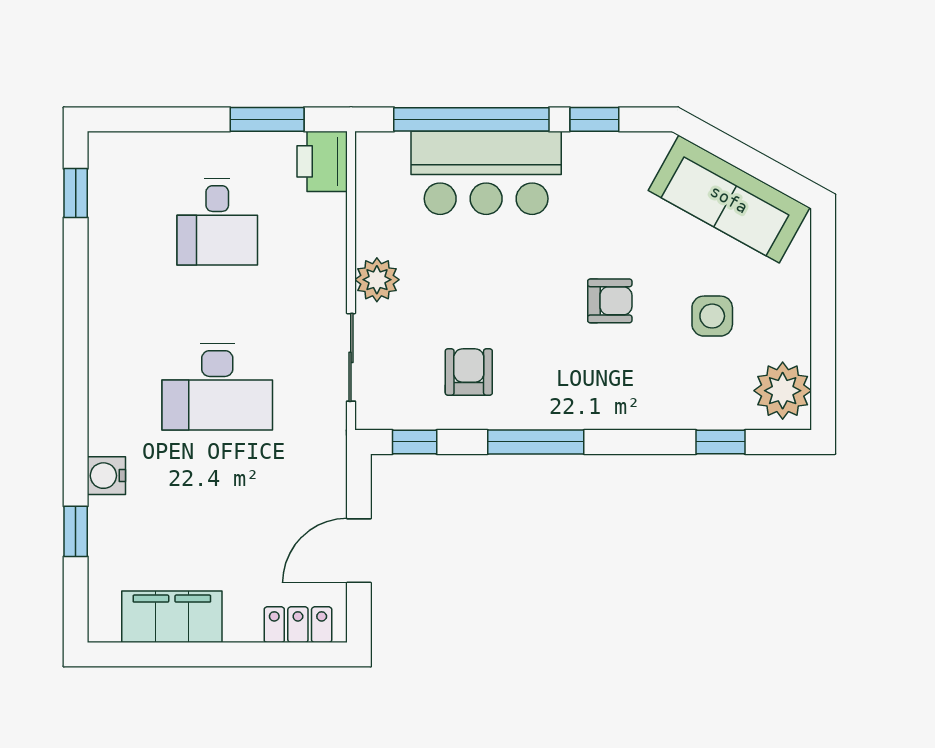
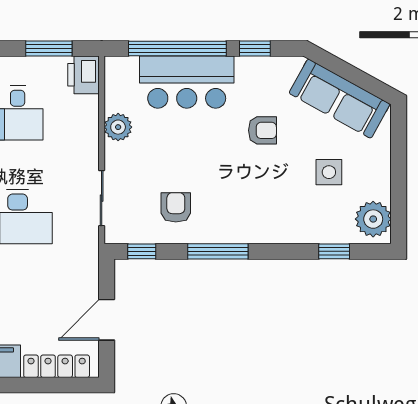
plant: (377, 280) -> (118, 127), moved
armchair: (610, 301) -> (262, 130), moved
locker: (298, 625) -> (57, 366), width x1.53

